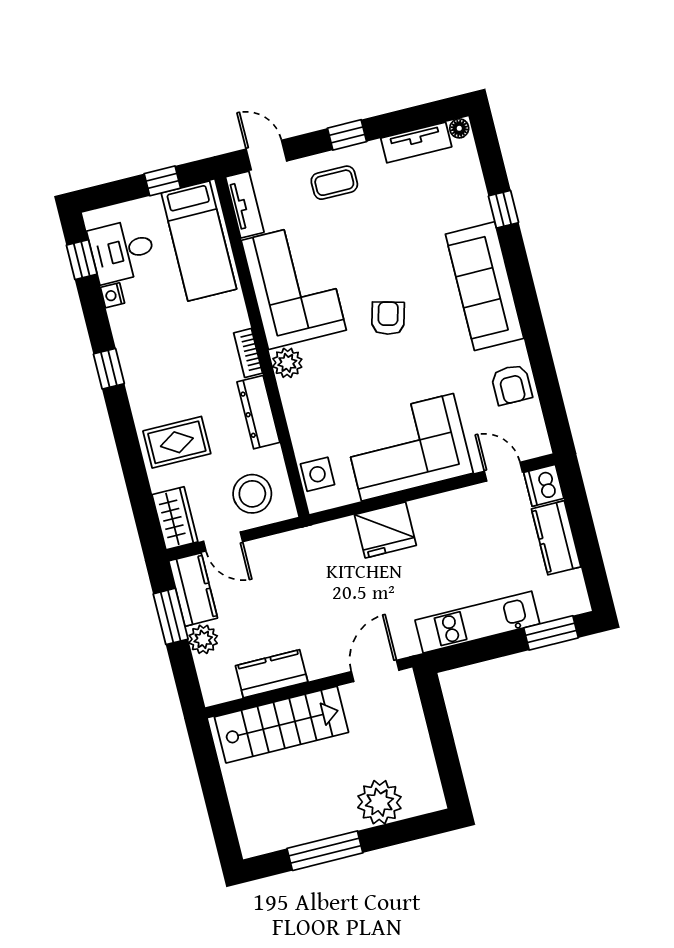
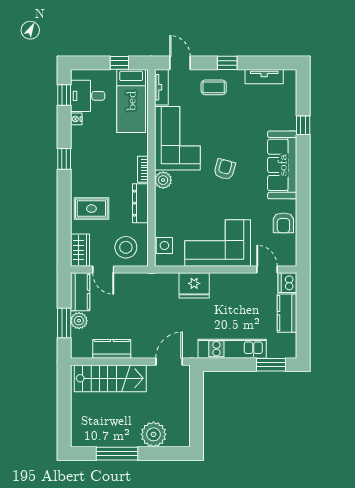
floor lamp: (459, 128) -> (290, 75), removed
window: (171, 616) -> (64, 323), moved

